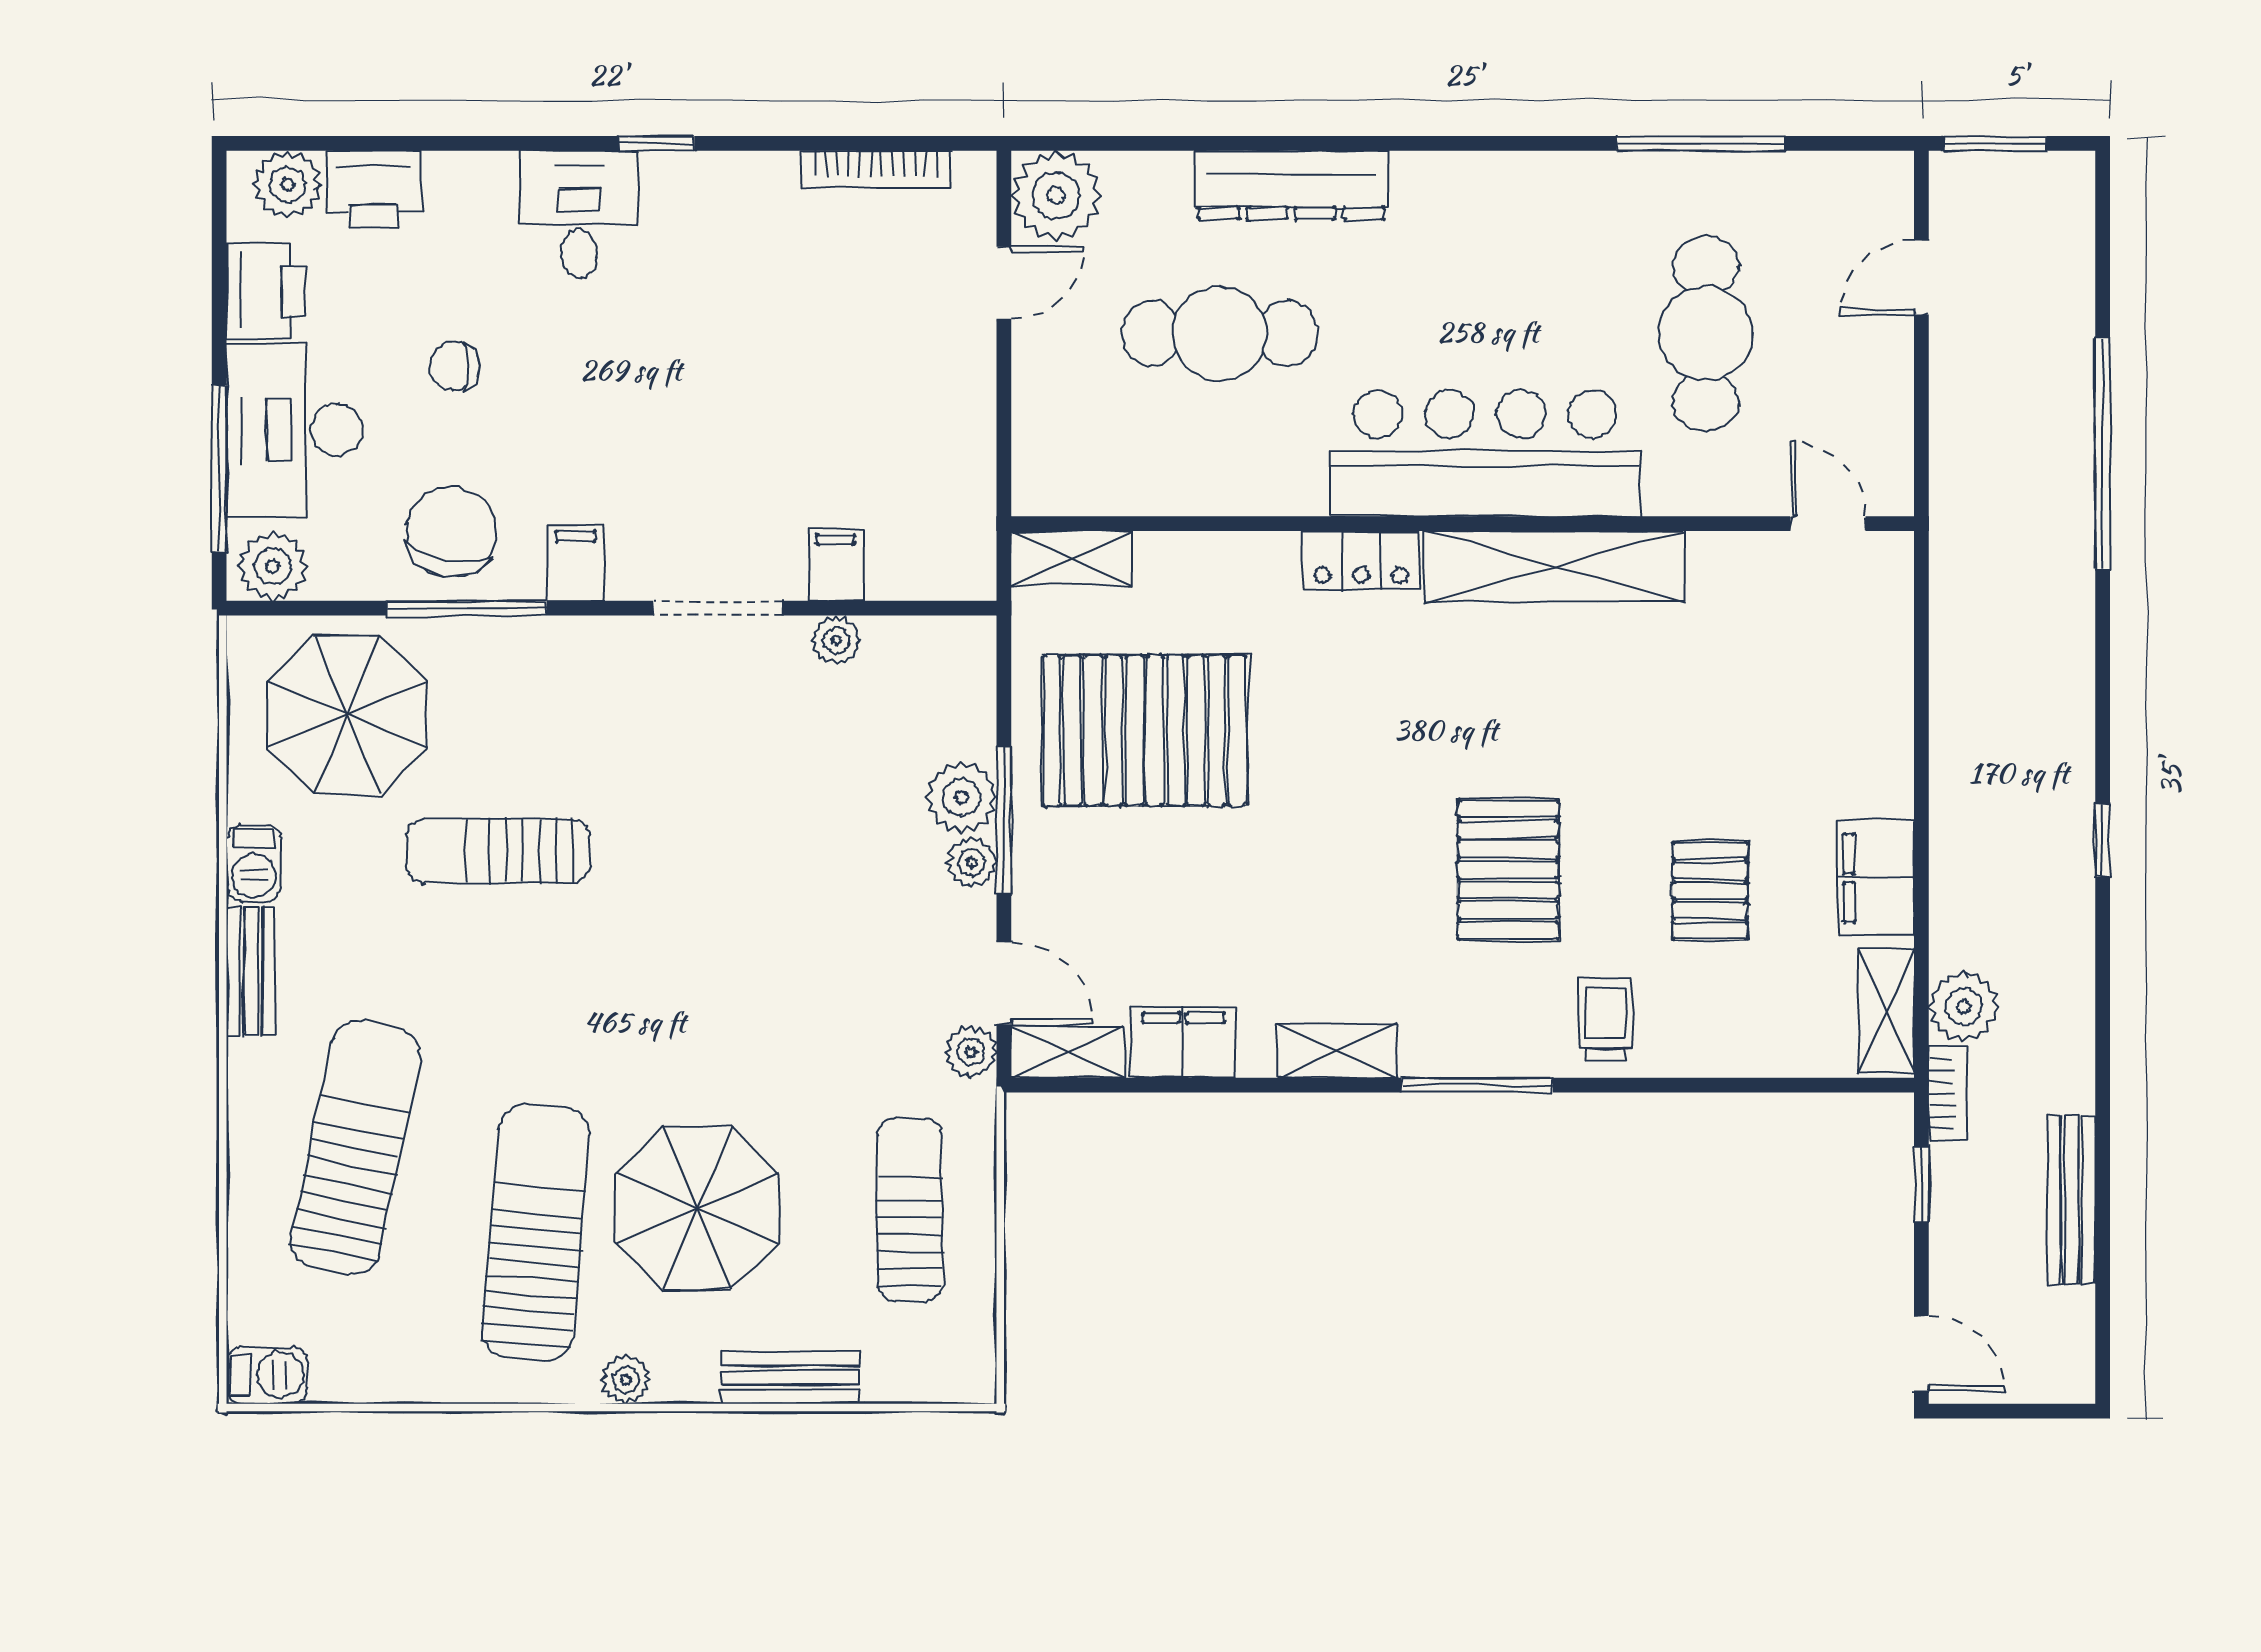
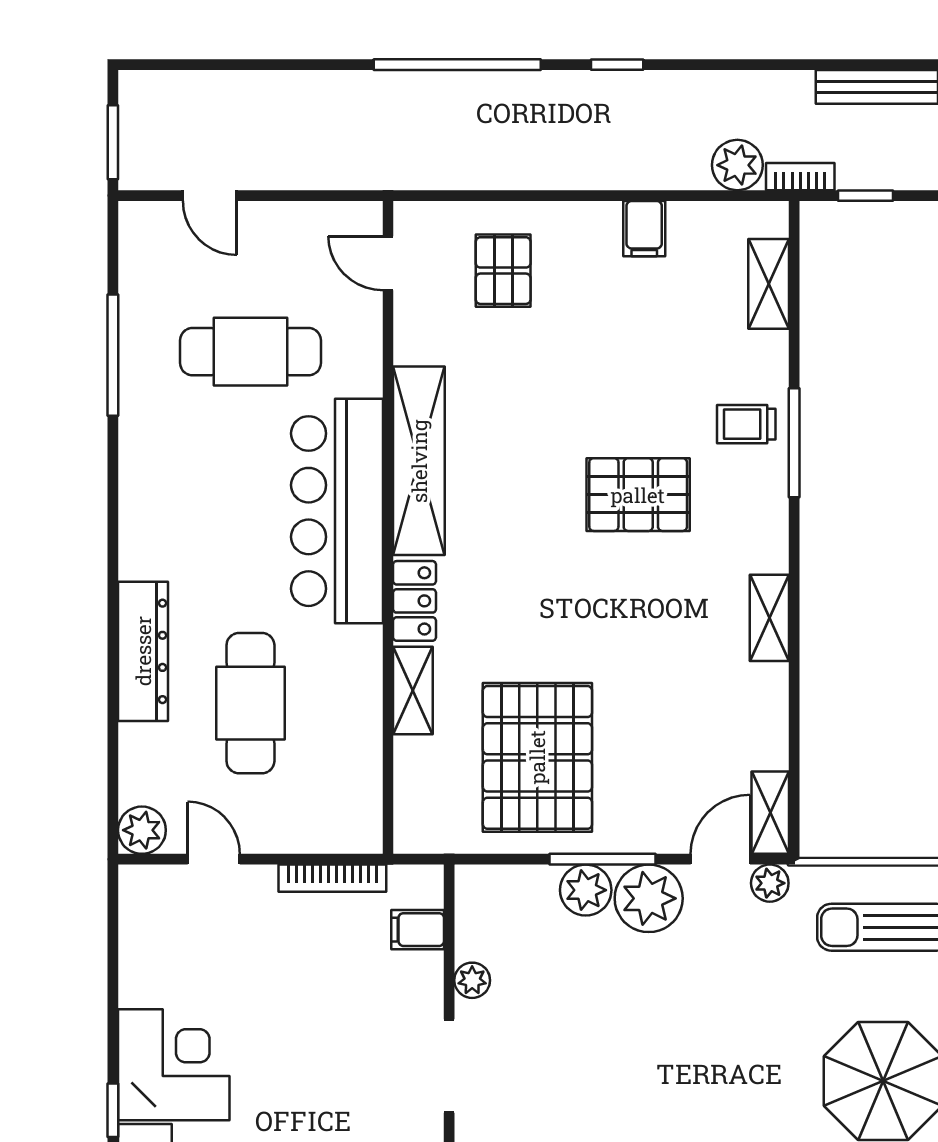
bookcase: (876, 170) -> (332, 878), moved, turned 90
plant: (1056, 195) -> (142, 830), width x0.73, depth x0.73
corner desk: (720, 228) -> (174, 1065), added
window: (2103, 453) -> (457, 65), moved
door: (1828, 524) -> (388, 263), hinge flipped
shelving: (1072, 558) -> (413, 690), moved
filing cabinet: (835, 565) -> (418, 930), moved
plant: (972, 862) -> (649, 898), width x1.88, depth x1.88
filing cabinet: (1876, 878) -> (644, 229), width x0.50
pallet: (1710, 891) -> (503, 271), moved, turned 90
shelving: (1886, 1011) -> (769, 284), moved, turned 90
filing cabinet: (1183, 1043) -> (763, 730), removed
window: (1477, 1085) -> (794, 443), moved

